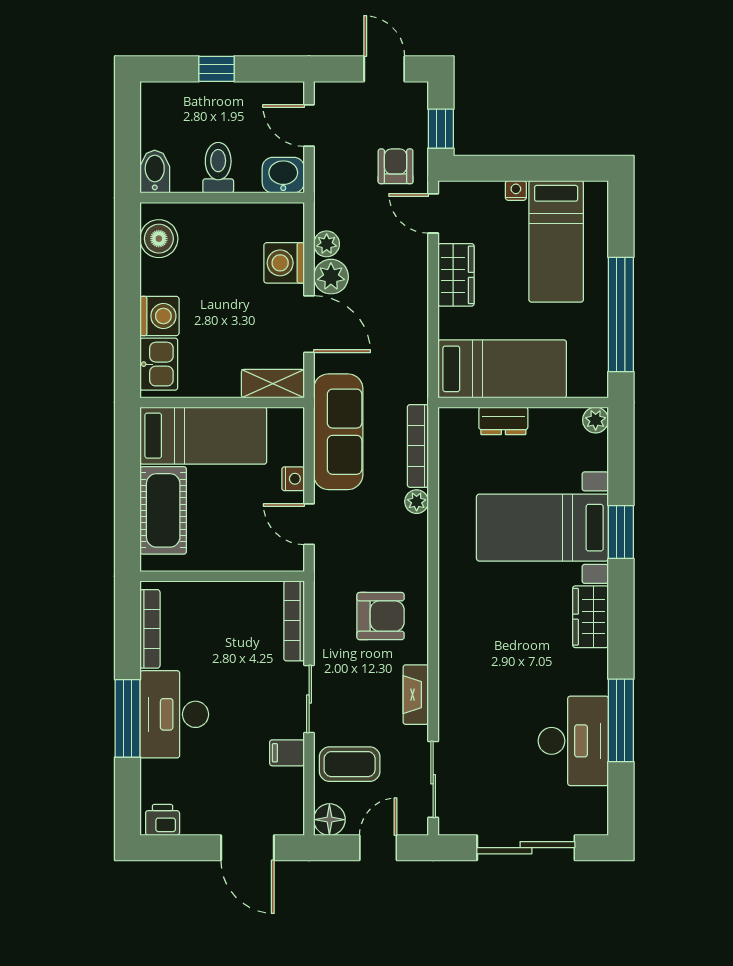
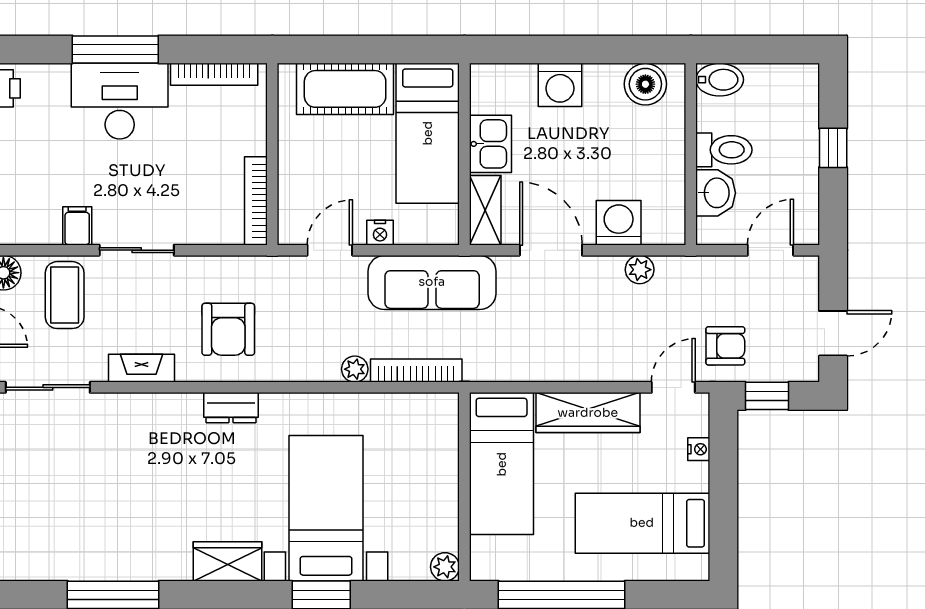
washbasin: (283, 175) -> (716, 193), moved
nightstand: (516, 190) -> (699, 449), moved
wardrobe: (456, 275) -> (588, 413), width x1.50
plant: (331, 277) -> (603, 274), removed
door: (309, 324) -> (551, 250), swing flipped
kitchen sink: (159, 364) -> (490, 144), moved, turned -90
dresser: (503, 421) -> (231, 408), moved, turned -90
bookcase: (294, 621) -> (256, 201), moved, turned -90
desk: (573, 741) -> (90, 542), removed

